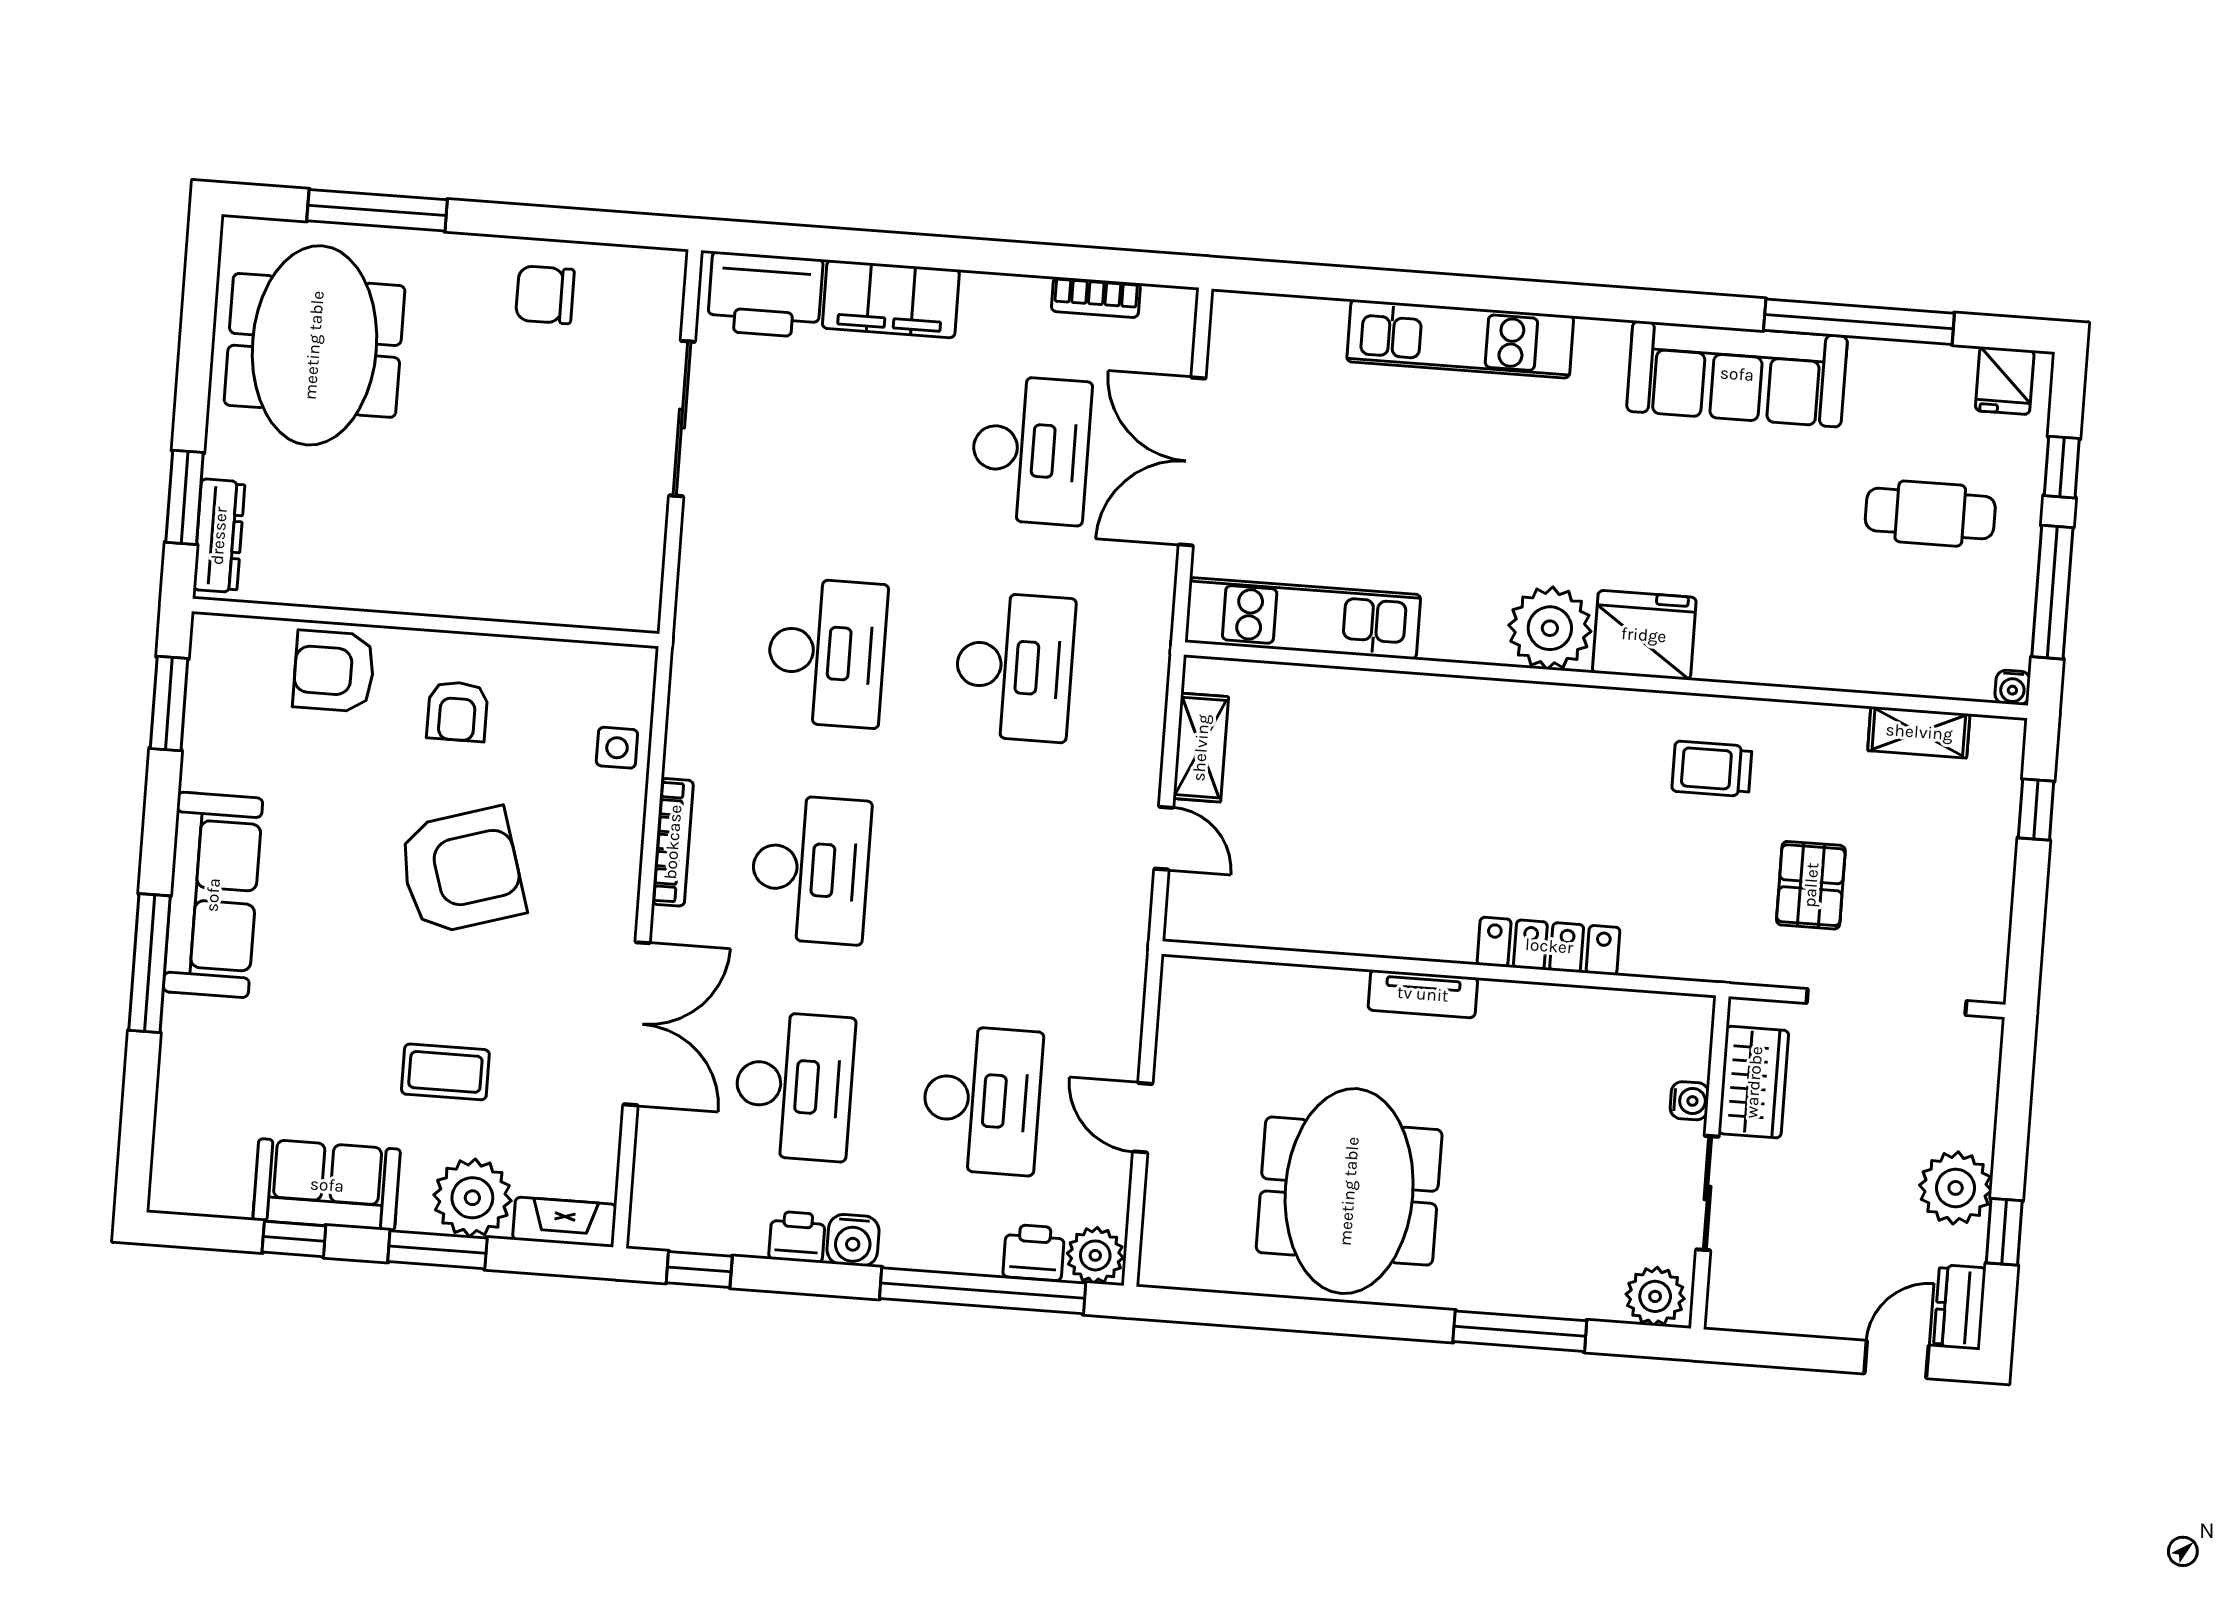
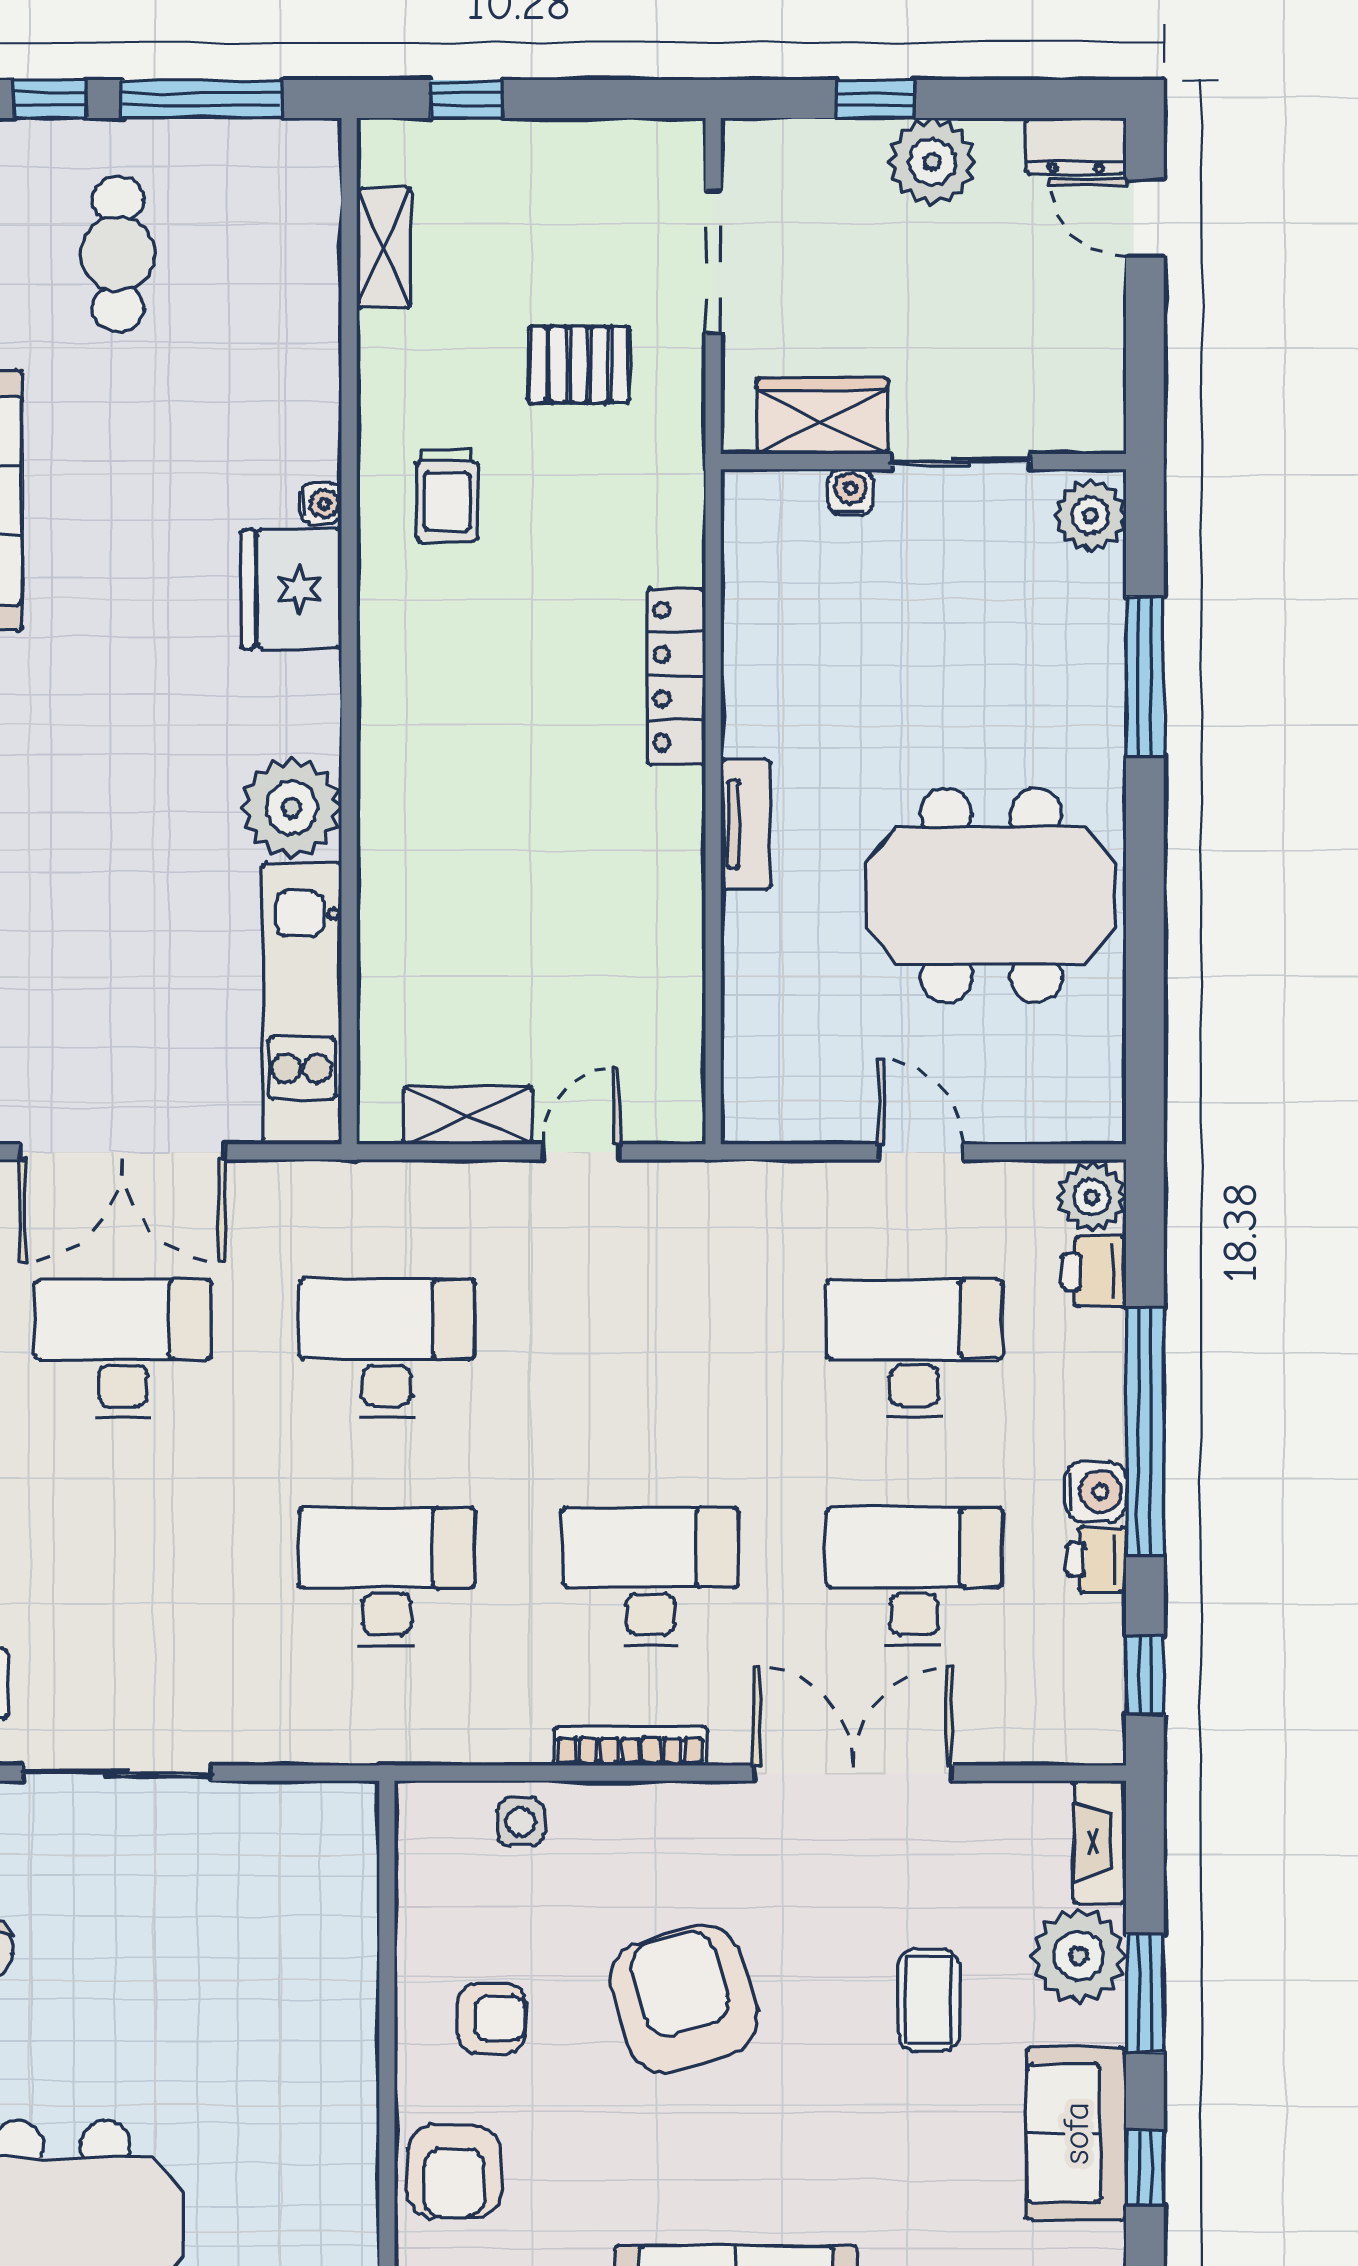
plant: (1550, 628) -> (291, 808), moved
water cooler: (2013, 687) -> (321, 504), moved
doorway: (1887, 1002) -> (713, 262), width x0.73
door: (1143, 1118) -> (921, 1152), swing flipped
window: (2004, 1232) -> (876, 99), moved
window: (983, 1291) -> (1145, 1431), moved

